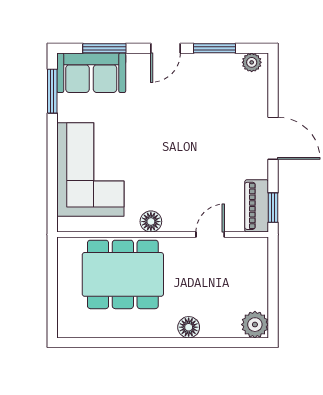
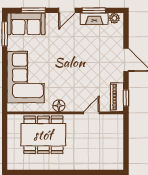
fireplace: (215, 64) -> (94, 19), added
plant: (255, 325) -> (116, 162), removed
floor lamp: (189, 327) -> (80, 164), removed

